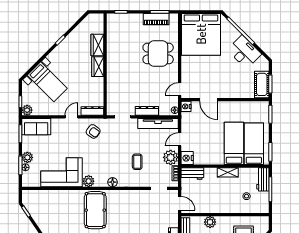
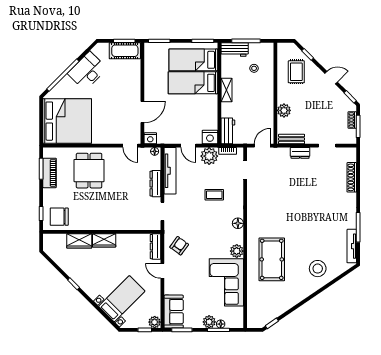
chair: (118, 28) -> (59, 217), added
pool table: (95, 210) -> (272, 259), moved, turned 90

